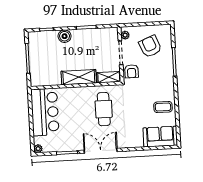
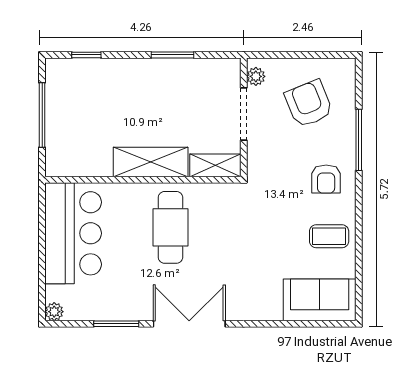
boiler: (65, 36) -> (125, 72), removed
armchair: (132, 71) -> (326, 179), moved
cafe table: (104, 109) -> (170, 227), moved

